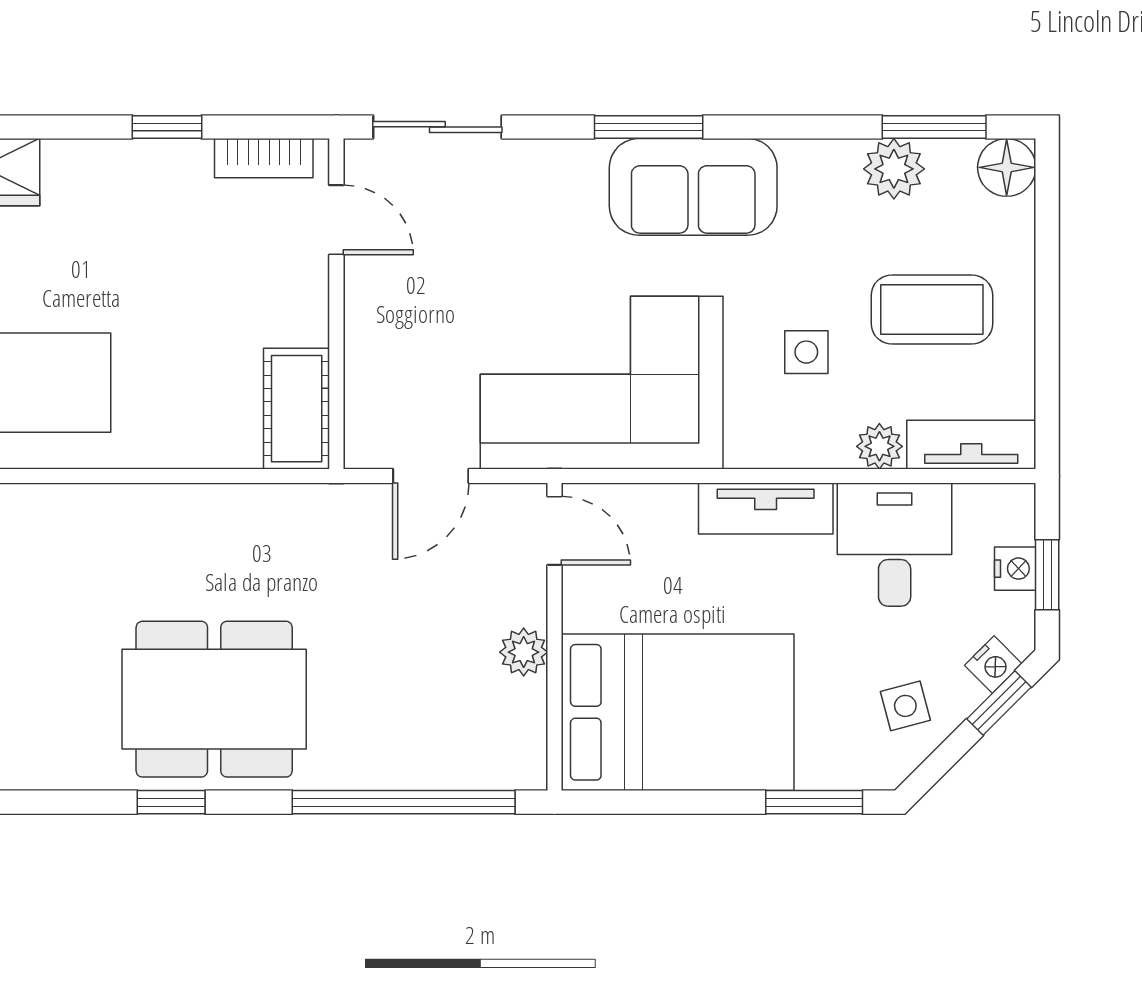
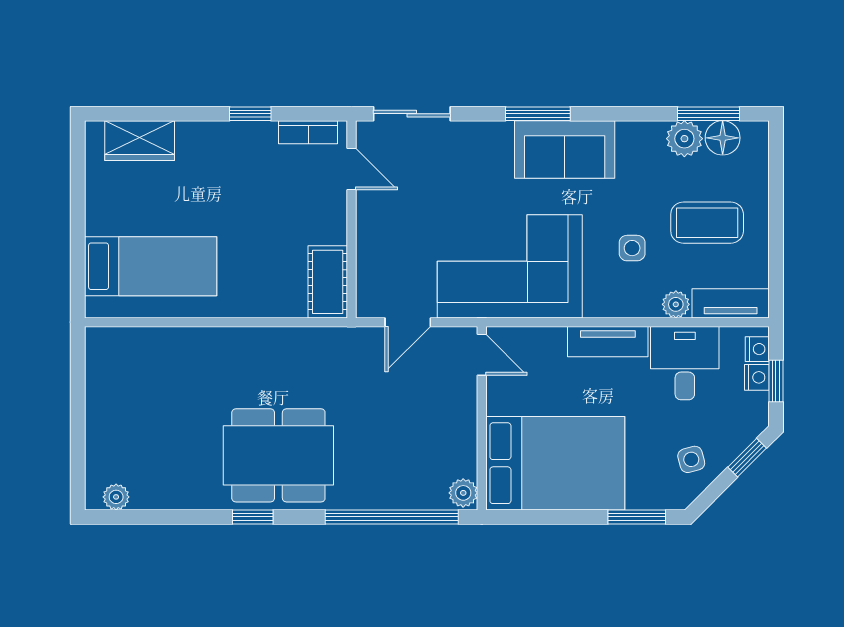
floor lamp: (1007, 167) -> (723, 138), moved
plant: (524, 652) -> (463, 493), moved
nightstand: (993, 665) -> (757, 349), moved, turned -45

